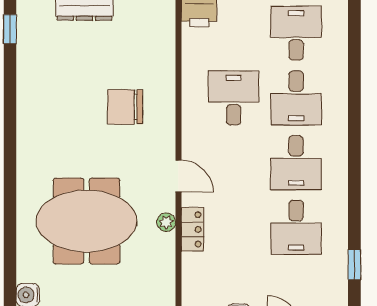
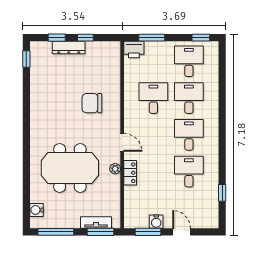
desk: (296, 98) -> (189, 98), turned 180
desk: (296, 163) -> (189, 135), turned 180
desk: (296, 227) -> (189, 172), turned 180

